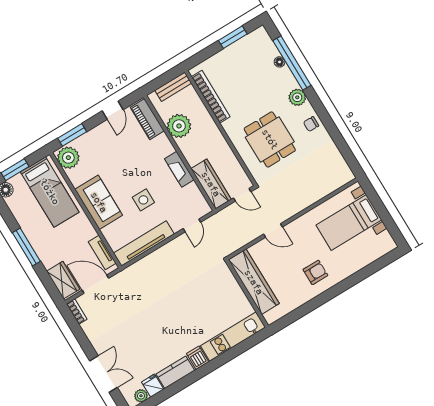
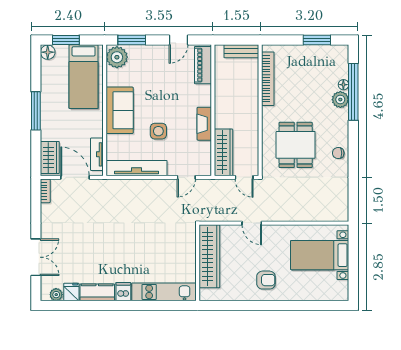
plant: (297, 97) -> (340, 100), moved
plant: (179, 126) -> (226, 87), removed

